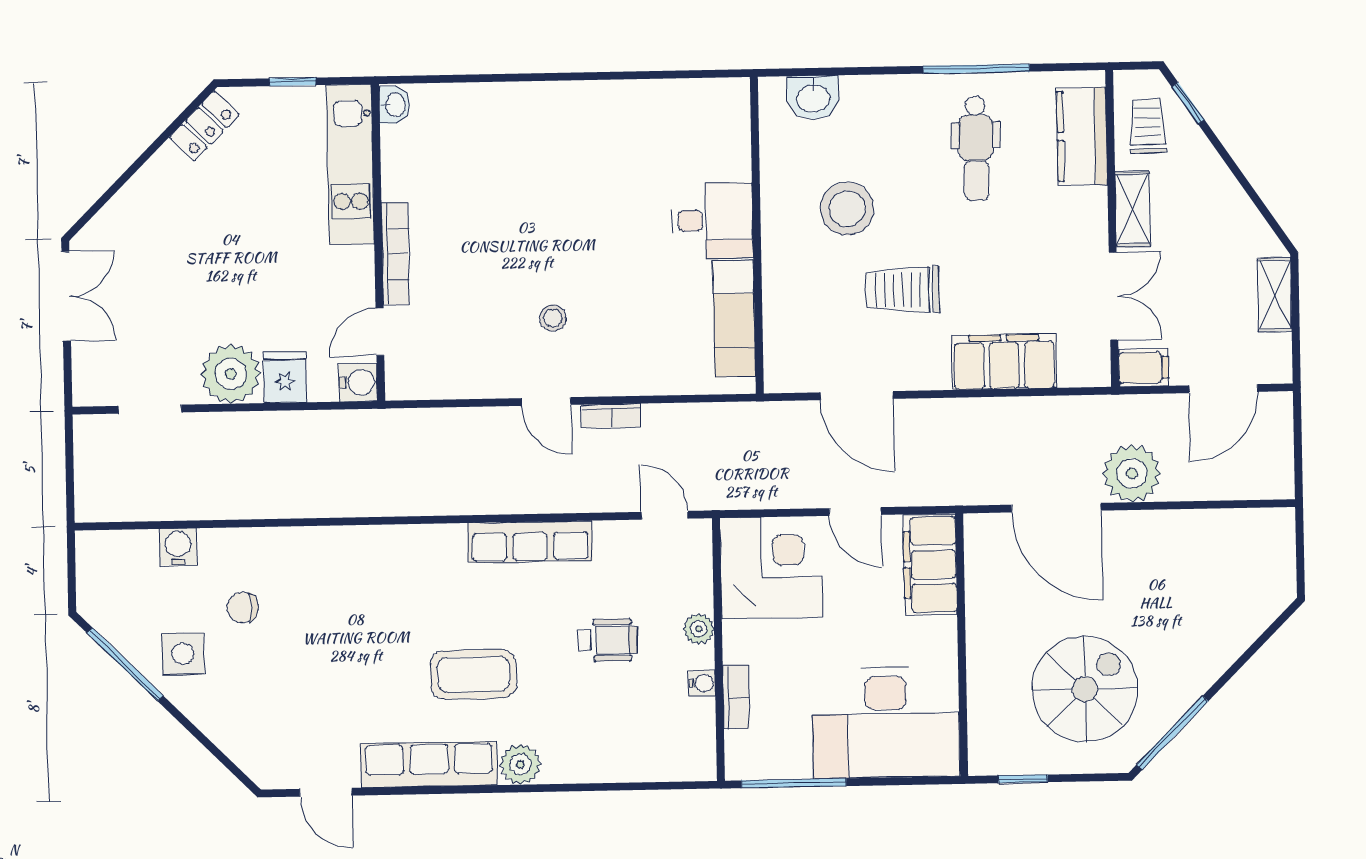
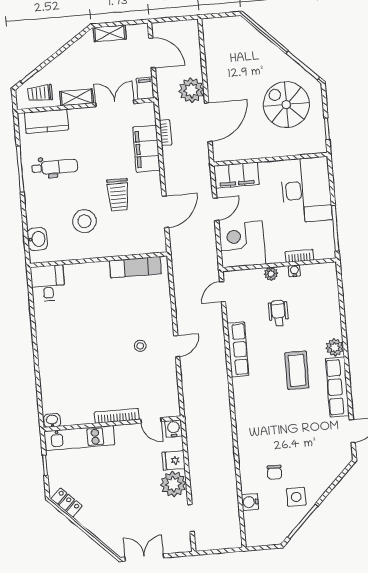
desk: (712, 220) -> (48, 283), moved
bookcase: (611, 416) -> (165, 133), moved

